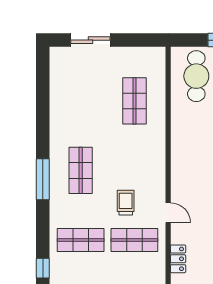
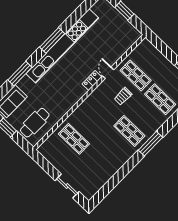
shop shelf: (134, 101) -> (74, 139), turned 90
shop shelf: (81, 170) -> (129, 131), turned 90
locker: (178, 259) -> (92, 80), moved

